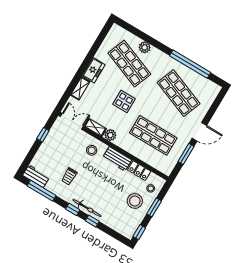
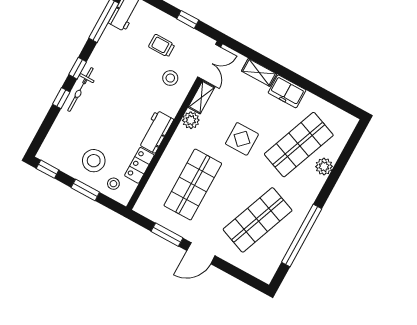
door: (199, 132) -> (201, 253), hinge flipped
stool: (92, 150) -> (170, 78), moved
trolley: (69, 176) -> (162, 46), moved

